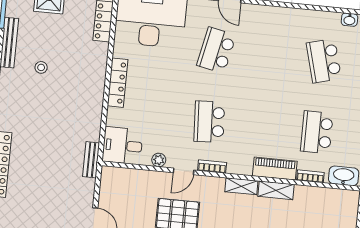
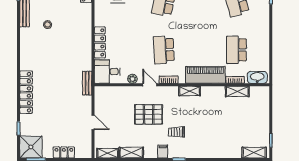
locker: (118, 83) -> (100, 42), moved
piano: (275, 169) -> (205, 75), width x1.37, depth x1.33
door: (184, 171) -> (150, 85), swing flipped
shelving: (276, 190) -> (237, 91), moved

